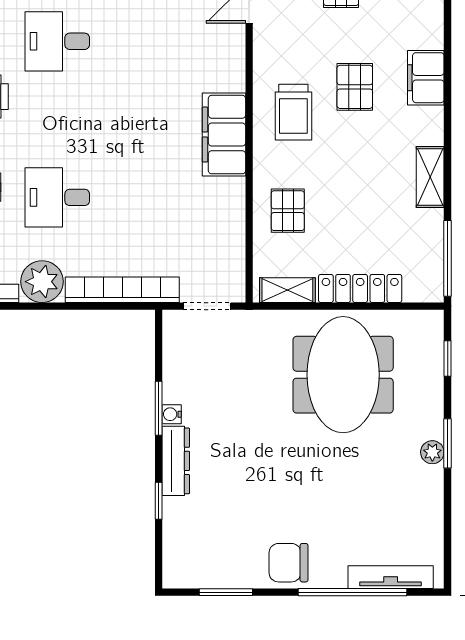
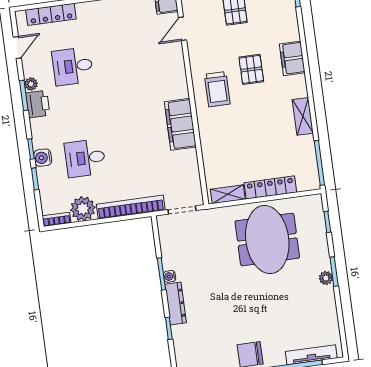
filing cabinet: (224, 135) -> (180, 124), moved
pallet: (288, 211) -> (222, 148), removed

